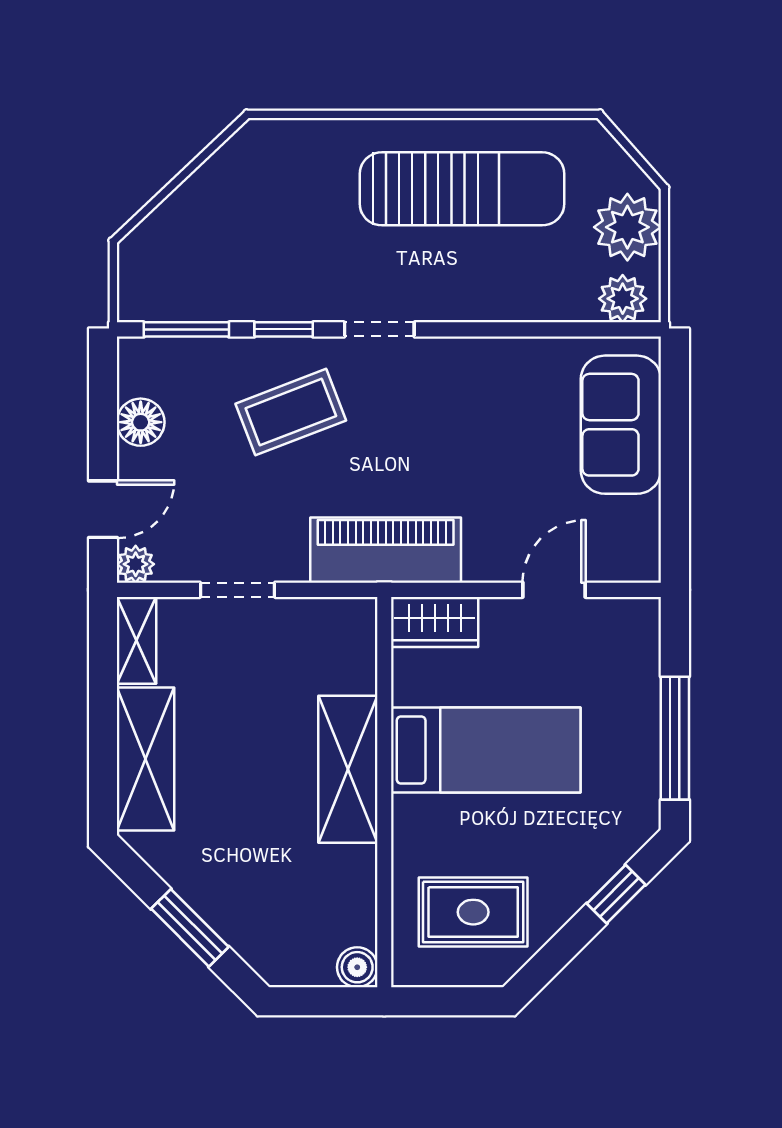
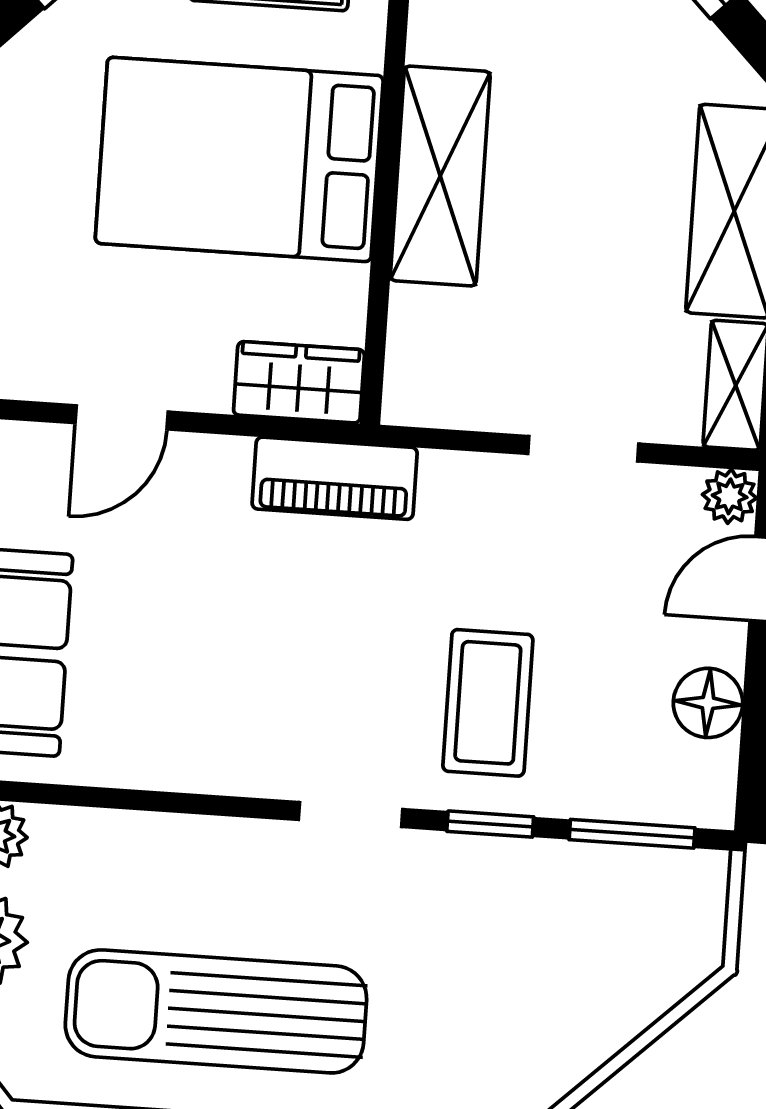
coffee table: (291, 412) -> (488, 703), turned -69
piano: (386, 550) -> (335, 478), width x0.73, depth x0.75
bed: (486, 750) -> (239, 159), width x1.50

